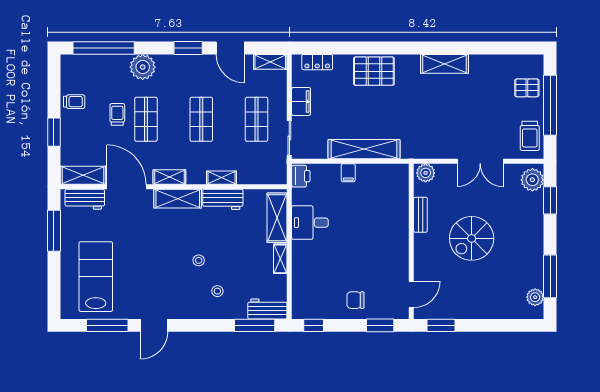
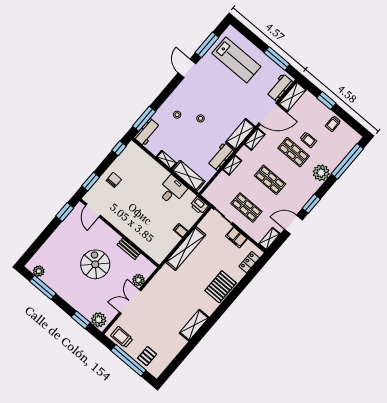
plant: (426, 173) -> (138, 280), moved

